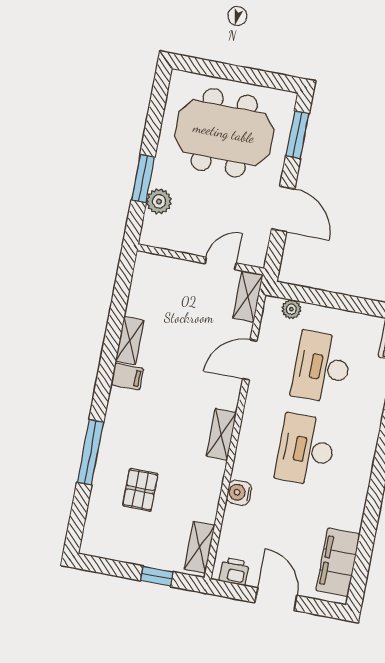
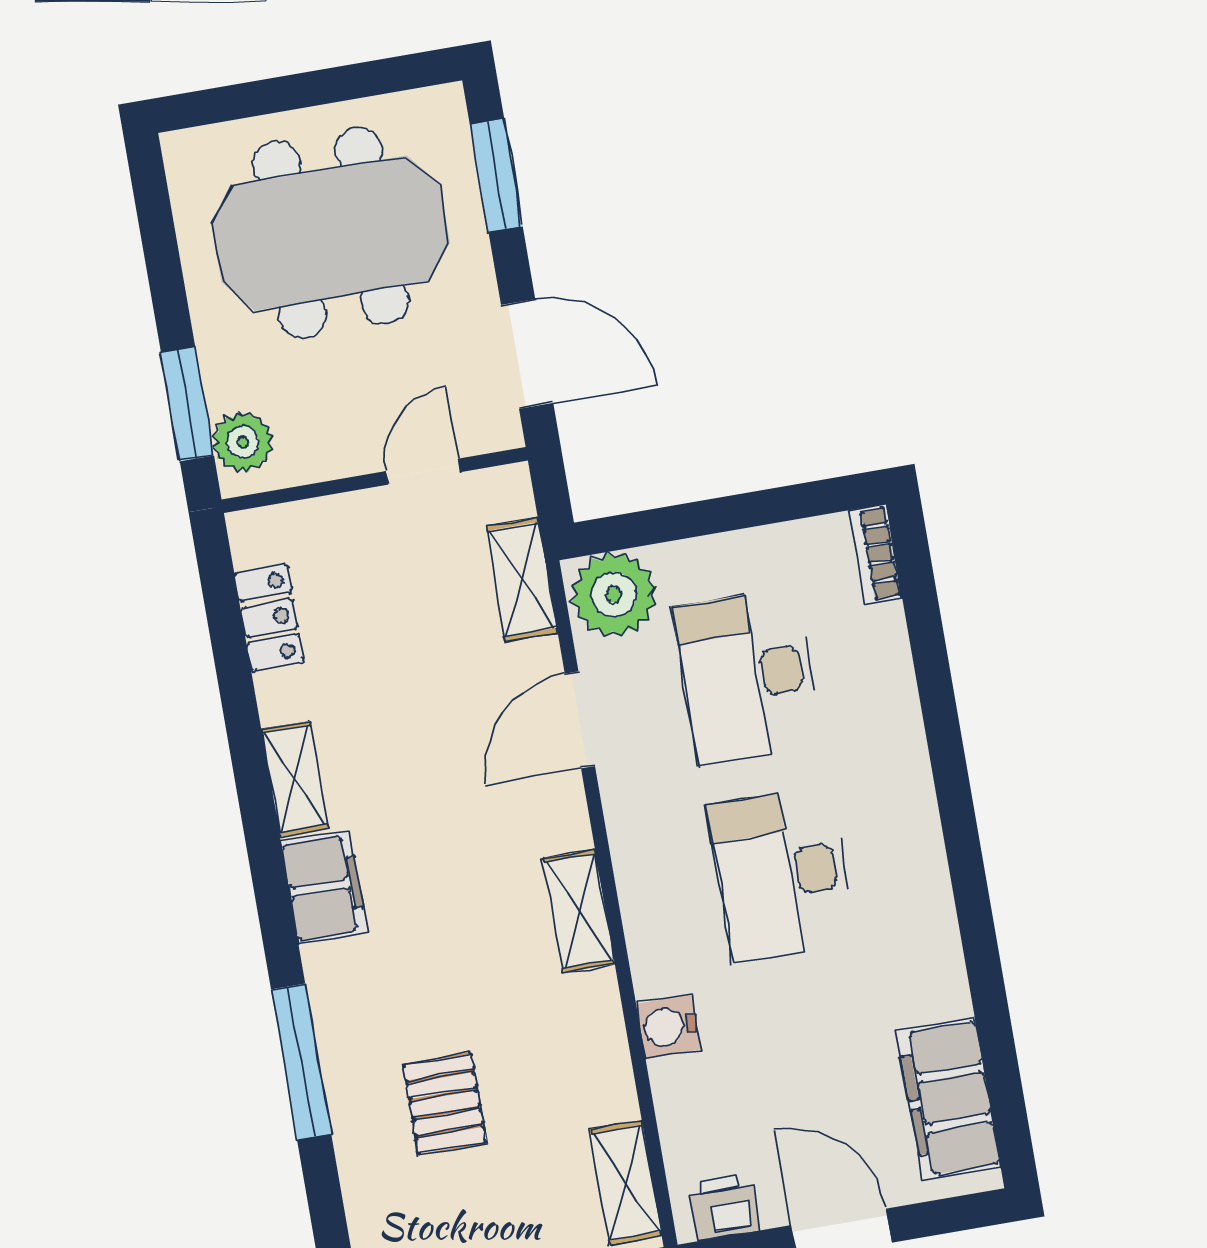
wall: (200, 259) -> (375, 480), moved
door: (221, 263) -> (423, 472), moved
locker: (143, 274) -> (269, 618), added
plant: (291, 309) -> (614, 595), width x1.88, depth x1.88
filing cabinet: (127, 377) -> (324, 887), width x2.00

